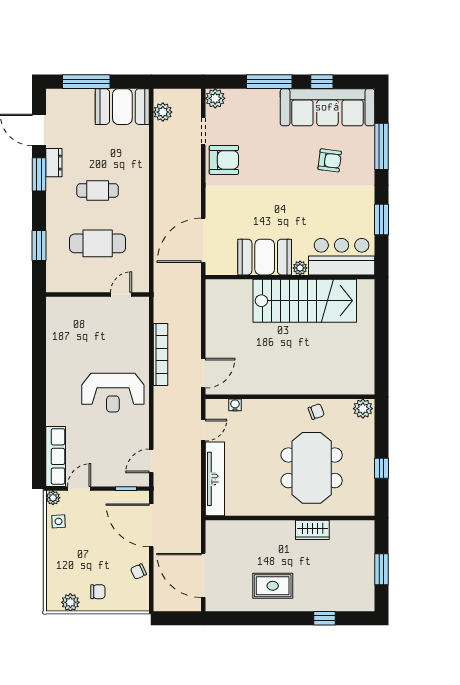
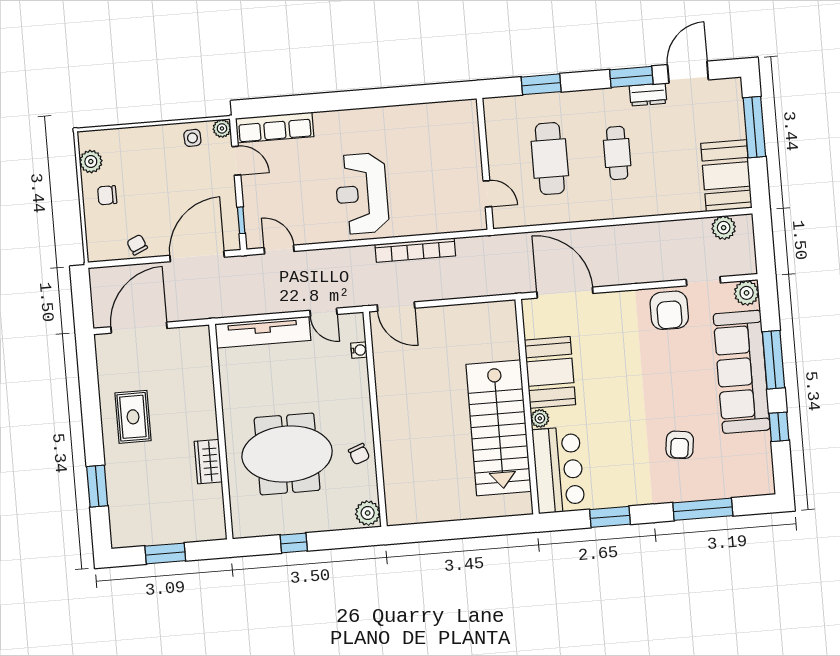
sofa: (327, 107) -> (742, 372), moved
chair: (98, 592) -> (107, 195), turned 90
window: (325, 618) -> (97, 486), width x1.50

